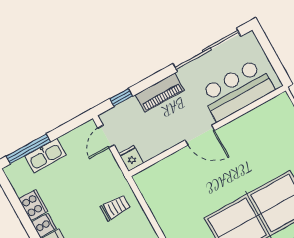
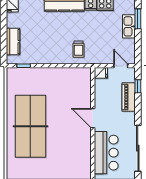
piano: (160, 92) -> (129, 97), moved
door: (200, 135) -> (93, 118), hinge flipped
window: (28, 149) -> (138, 19), width x0.69

